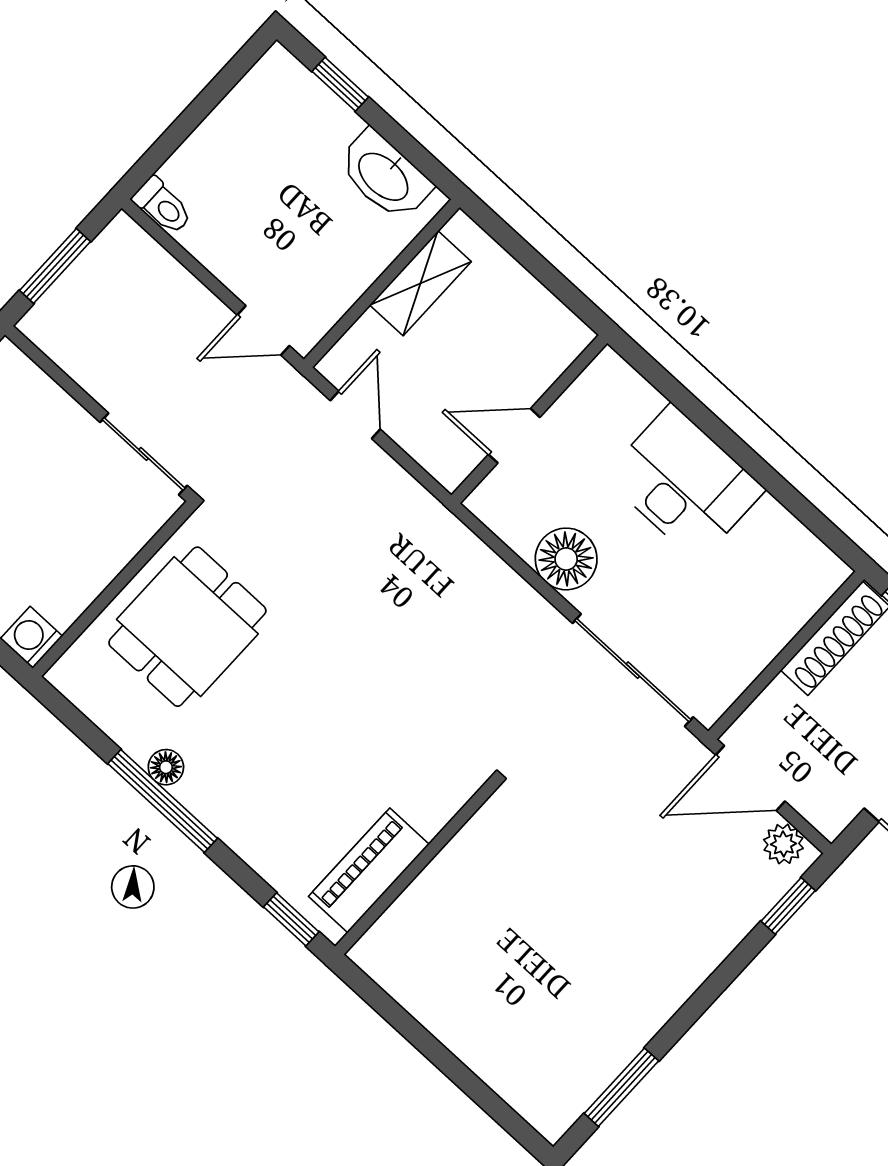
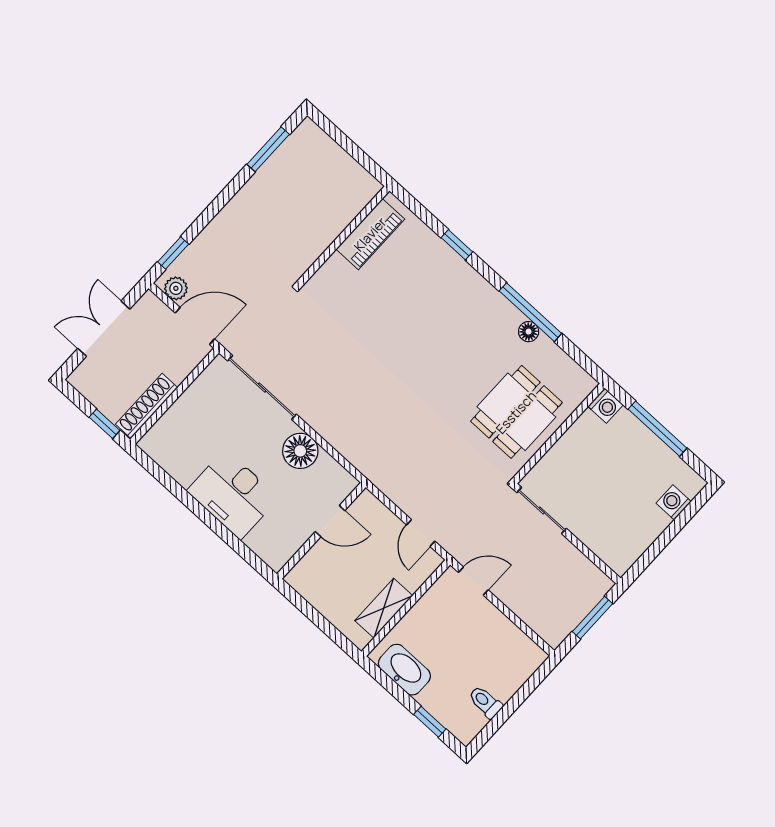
toilet: (163, 206) -> (485, 702), moved
wall: (416, 867) -> (343, 236), moved
piano: (369, 870) -> (370, 234), moved

